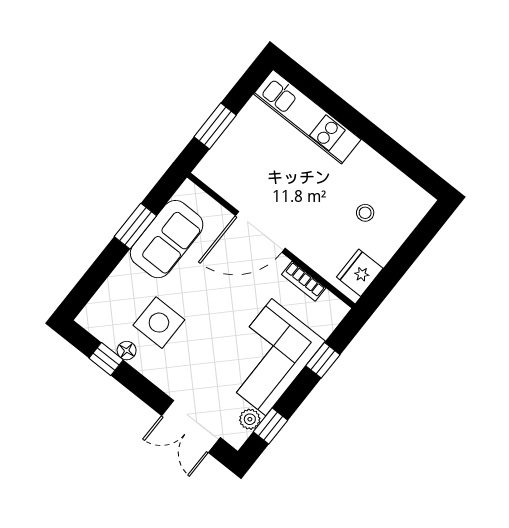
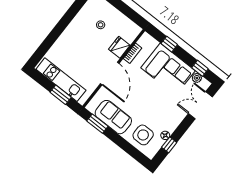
kitchen unit: (307, 117) -> (61, 80), moved, turned -90
window: (135, 226) -> (97, 124), moved
fridge: (360, 273) -> (119, 47), moved, turned 90
side table: (159, 323) -> (143, 135), moved
double door: (191, 427) -> (200, 105), swing flipped

